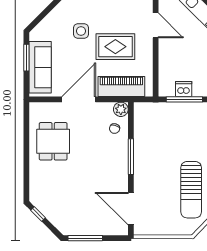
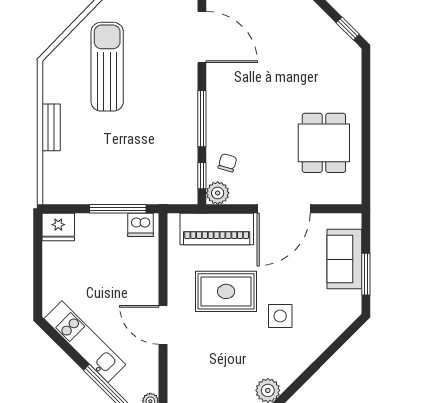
sofa: (40, 67) -> (344, 259), width x0.73
dishwasher: (184, 89) -> (140, 225), moved
window: (131, 120) -> (202, 176), added

